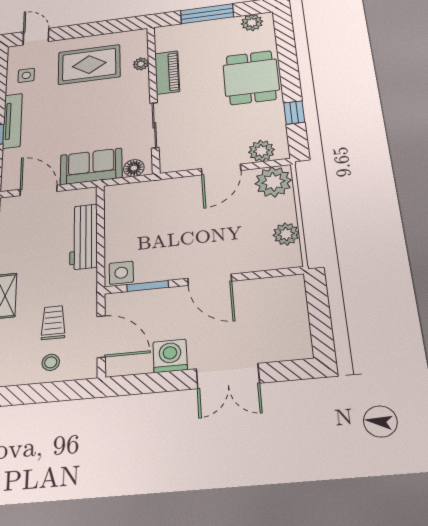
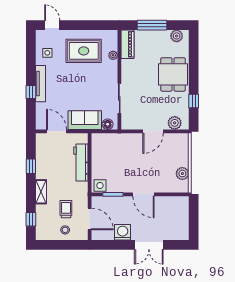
piano: (167, 72) -> (128, 44), moved
plant: (273, 182) -> (179, 143), removed

